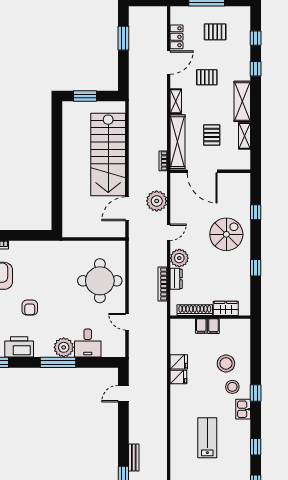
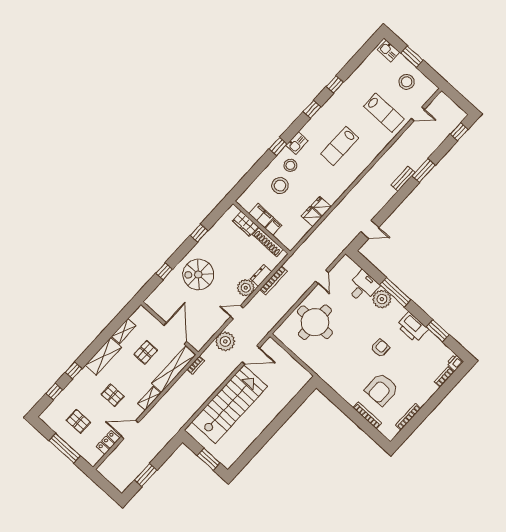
filing cabinet: (213, 326) -> (261, 216), width x2.00

